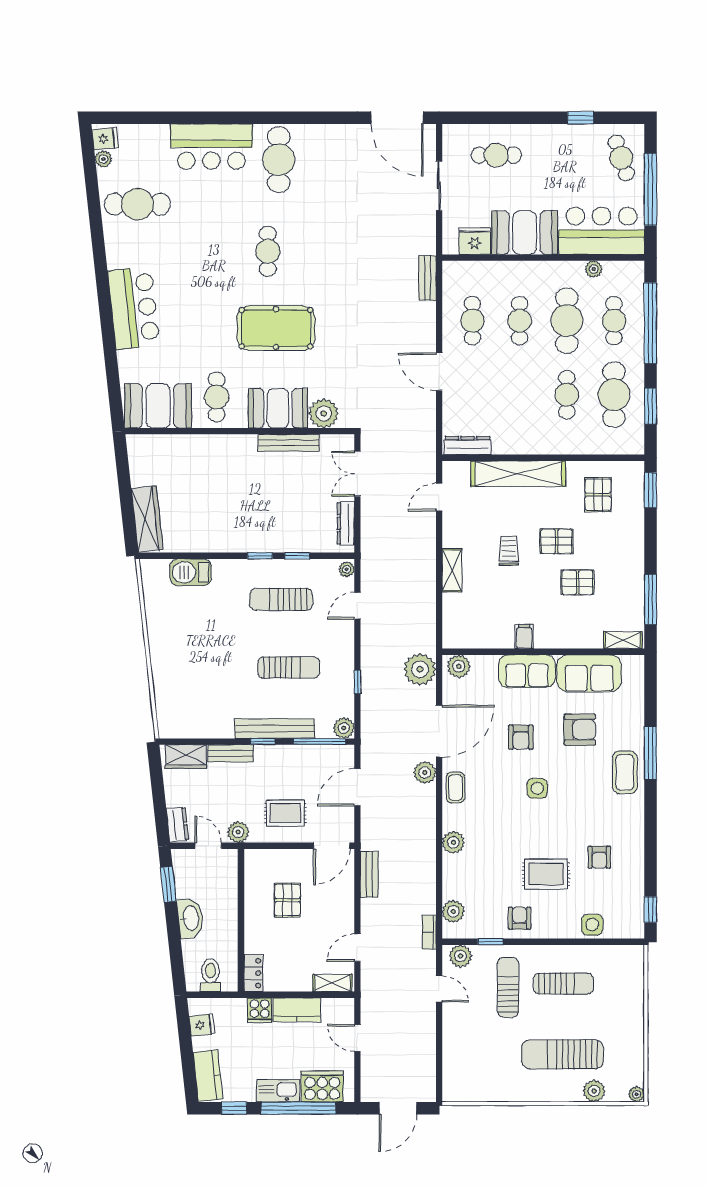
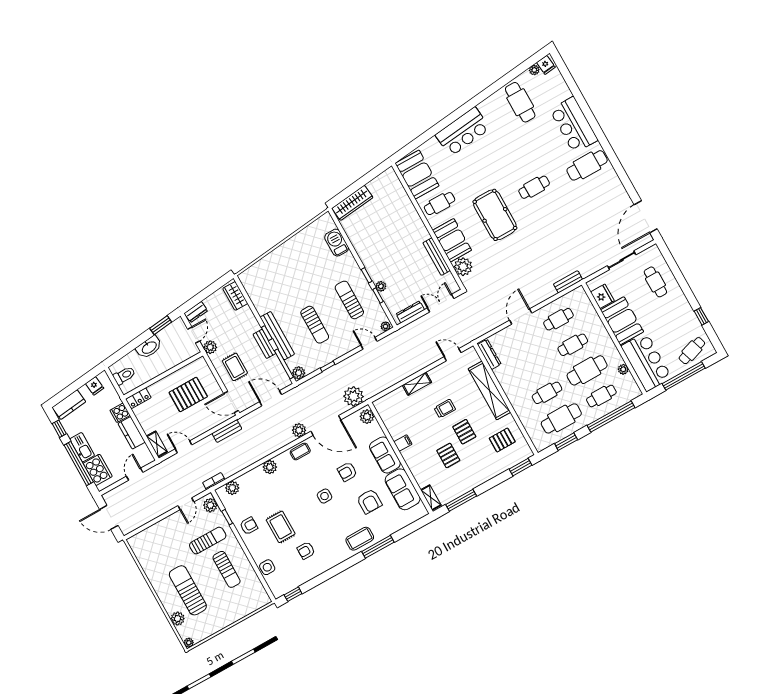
plant: (287, 544) -> (381, 286), added
bench: (231, 753) -> (264, 344), moved
pallet: (287, 900) -> (188, 394), width x1.50, depth x1.42

